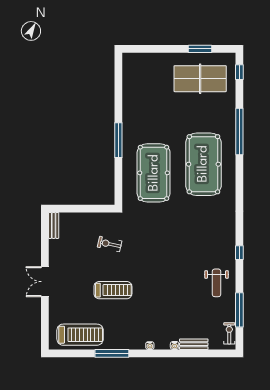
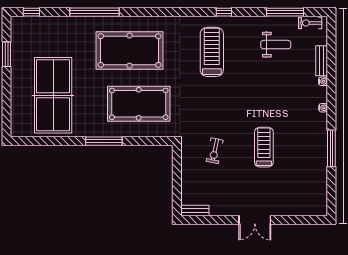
table tennis table: (200, 79) -> (53, 95), moved, width x1.36, depth x1.32
weight bench: (217, 283) -> (276, 45), moved
treadmill: (80, 335) -> (212, 52), moved

